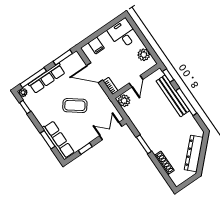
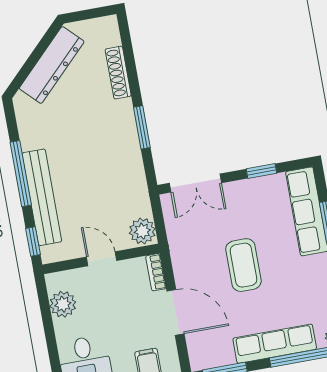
door: (136, 81) -> (102, 259), hinge flipped
coffee table: (75, 106) -> (243, 265), turned 53

